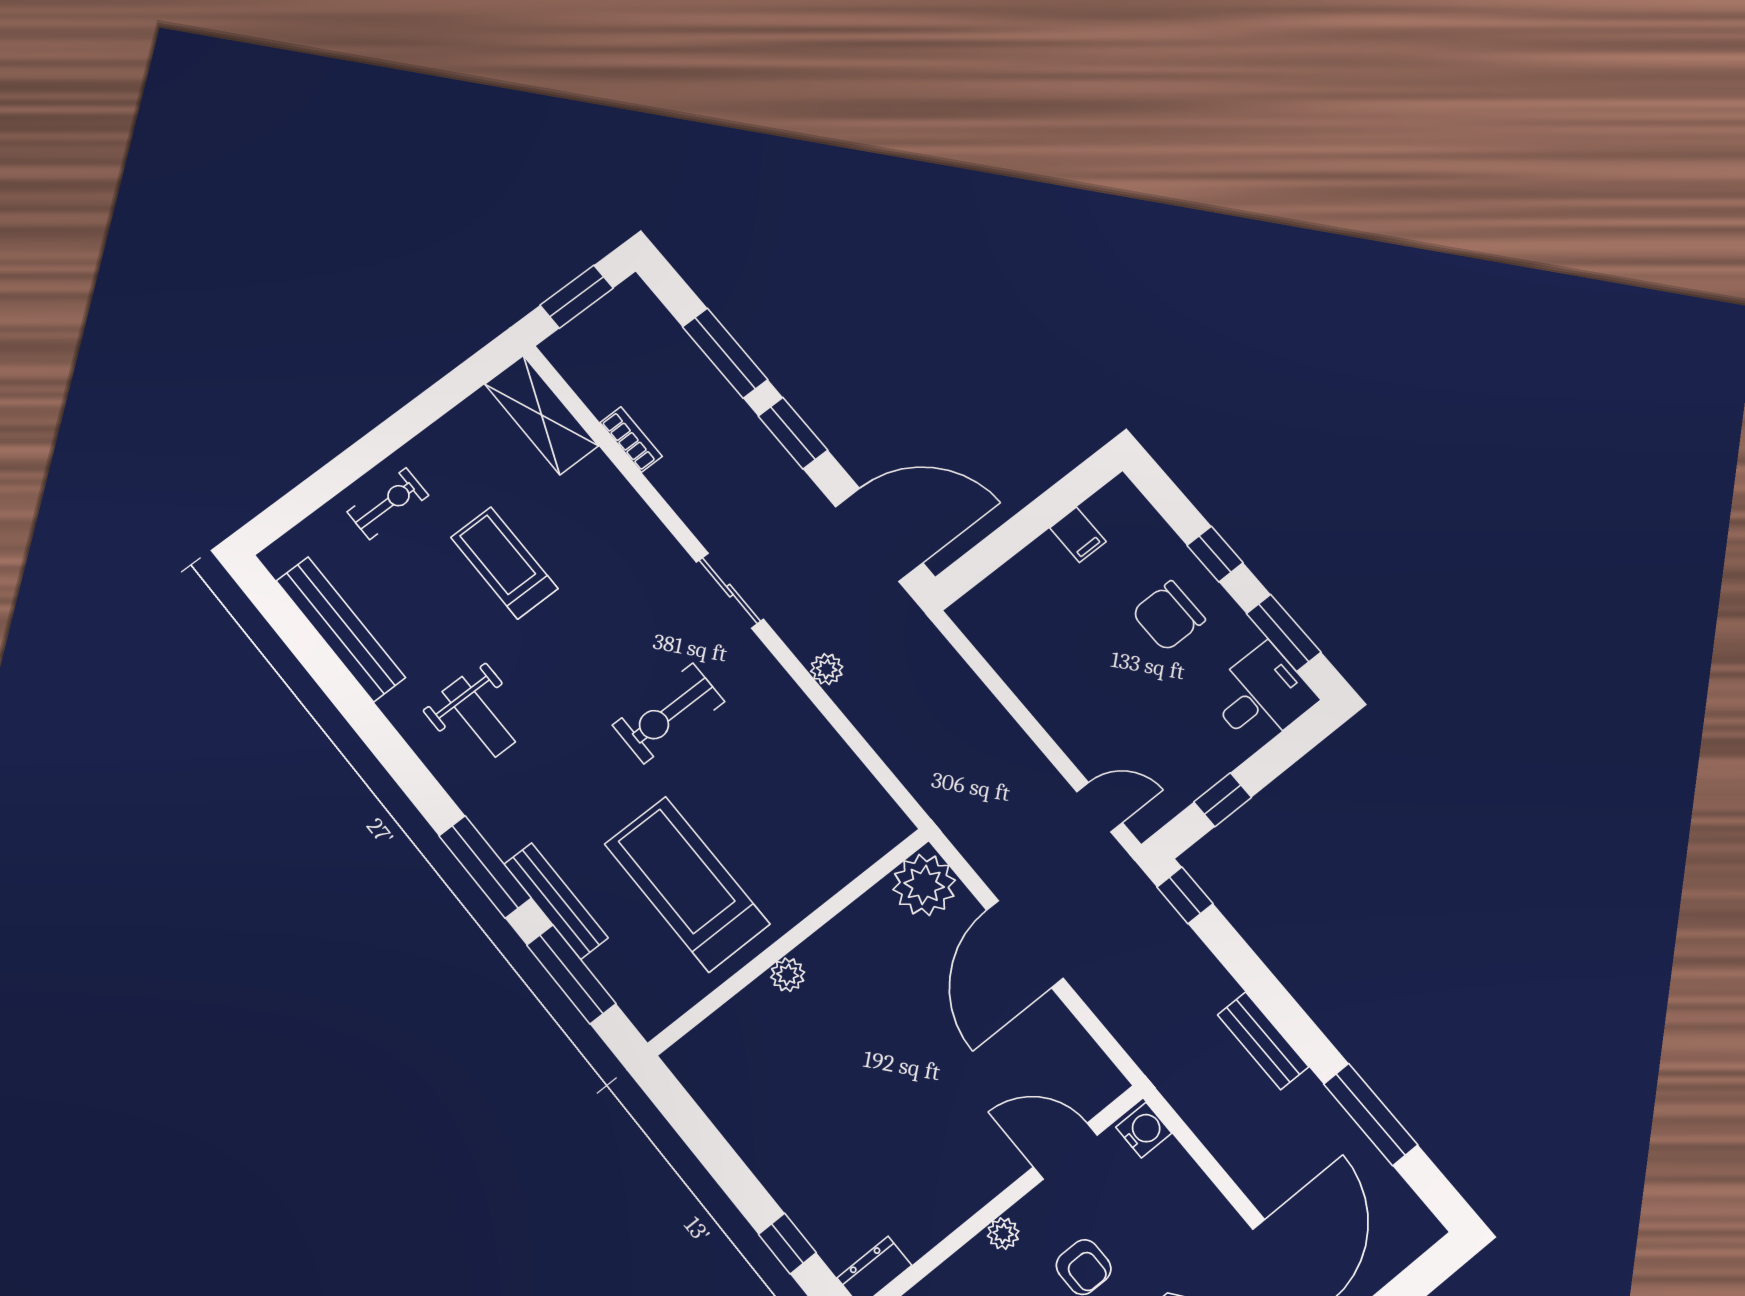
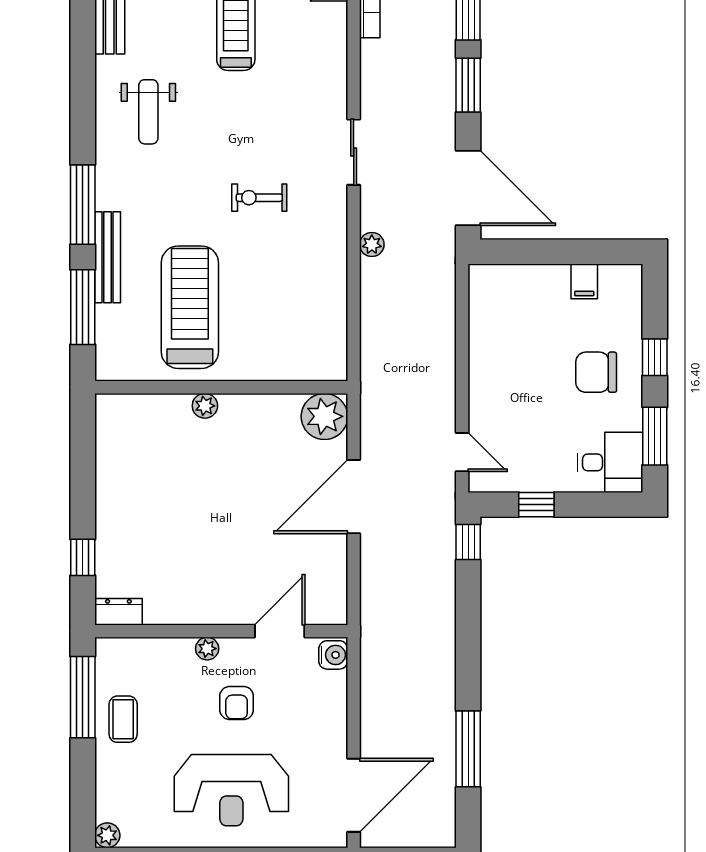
exercise bike: (669, 713) -> (259, 198), width x0.73, depth x0.72
bench: (1263, 1041) -> (443, 660), removed
door: (1065, 1151) -> (280, 631), hinge flipped

